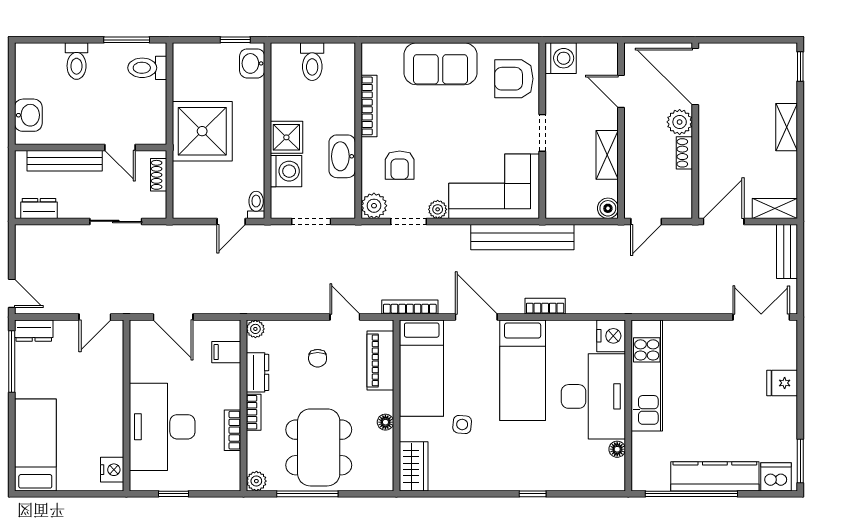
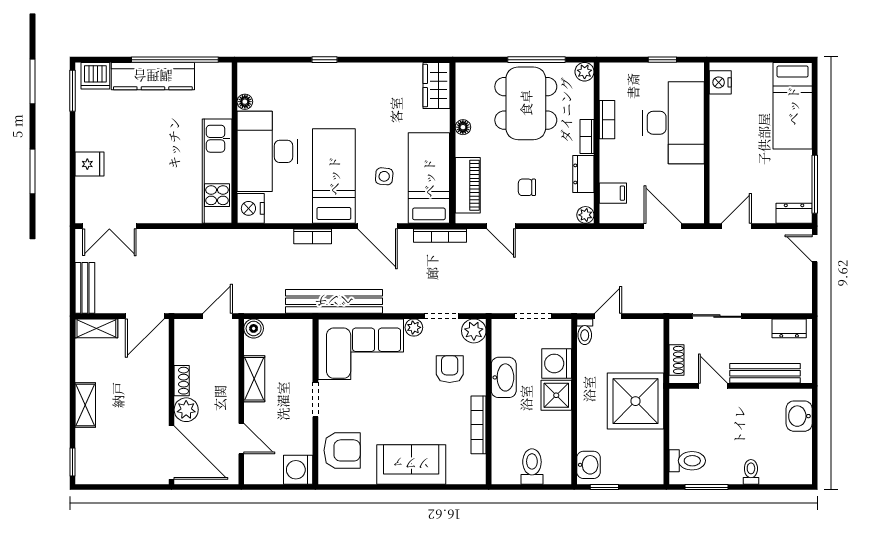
toilet: (77, 61) -> (751, 472), width x0.73, depth x0.72
chair: (318, 358) -> (527, 187), turned -90
side table: (462, 424) -> (384, 176), moved

